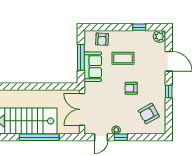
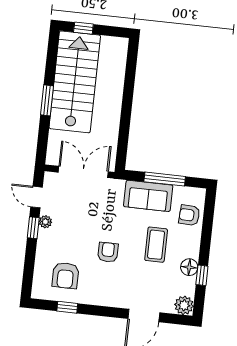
floor lamp: (135, 36) -> (189, 267), added
window: (169, 92) -> (67, 307), moved
armchair: (149, 114) -> (65, 276), turned -151
window: (39, 137) -> (47, 100), width x0.47

